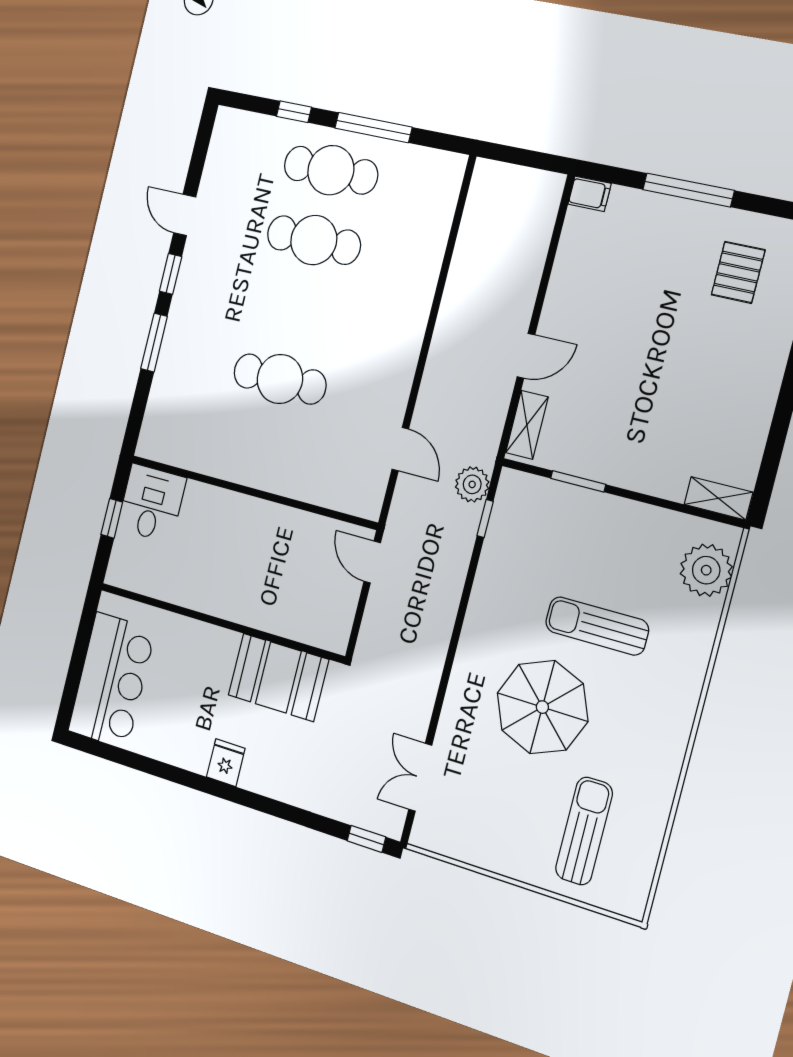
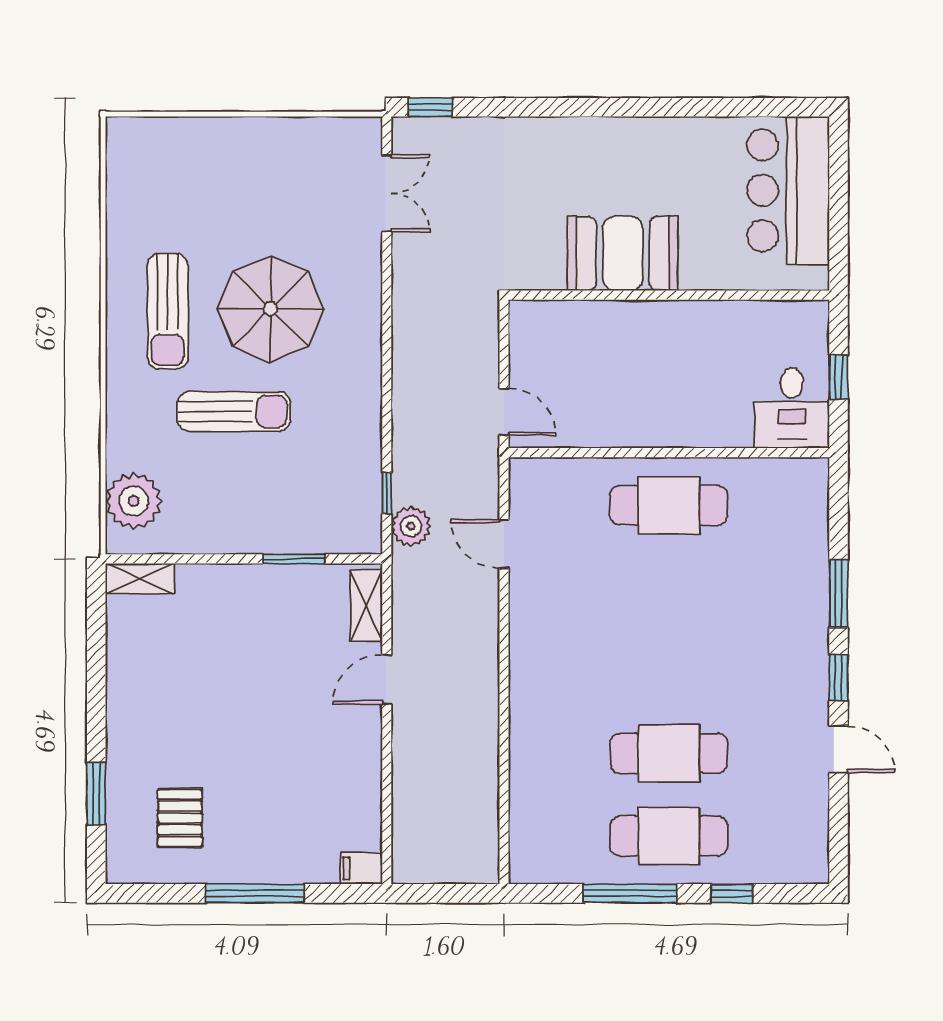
cafe table: (280, 379) -> (669, 505), moved
booth: (278, 677) -> (623, 254), moved
fridge: (226, 763) -> (620, 140), removed
sun lounger: (584, 831) -> (168, 311), moved

